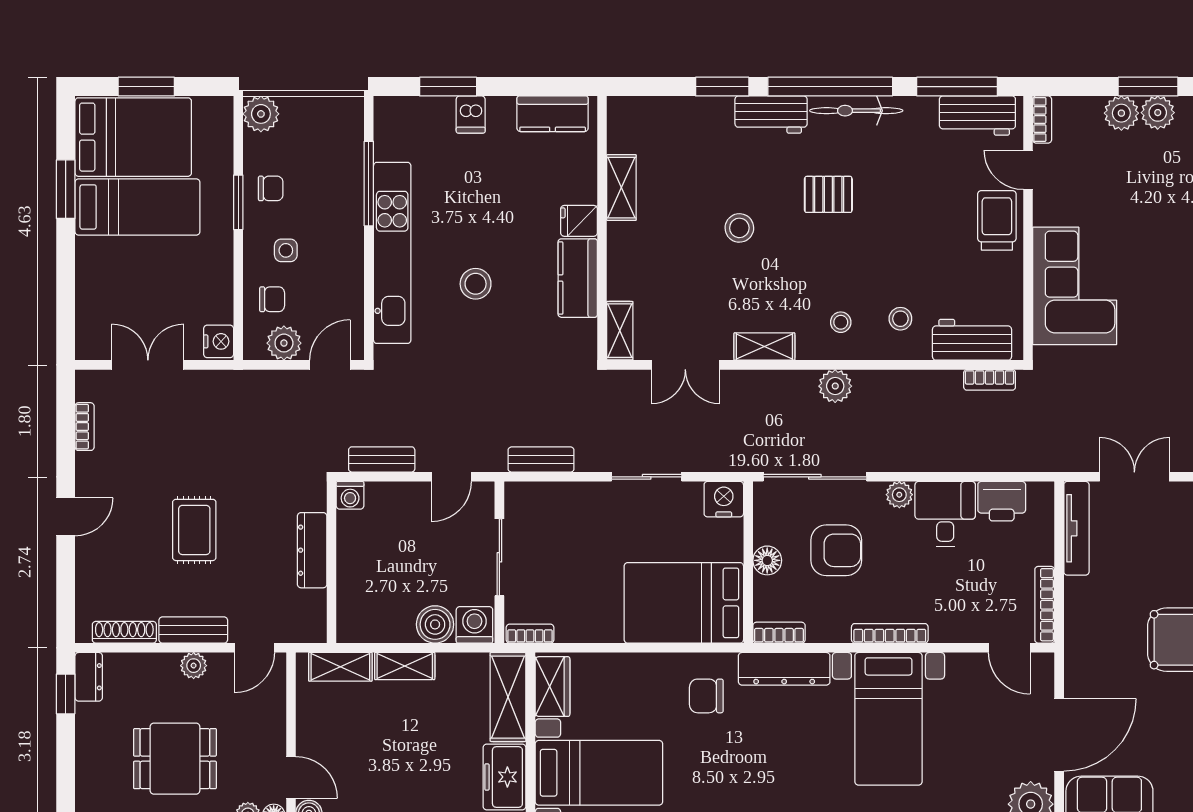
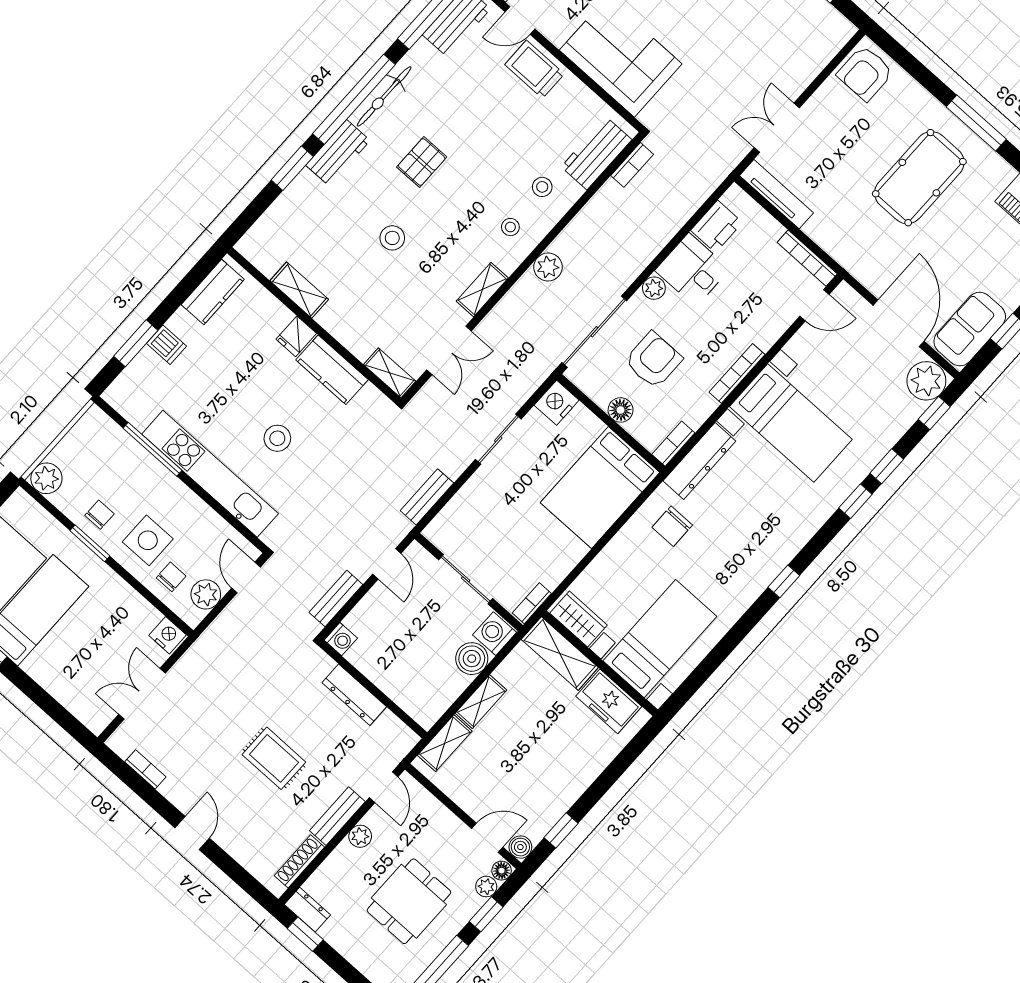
side table: (286, 250) -> (148, 540), width x1.87, depth x1.87

